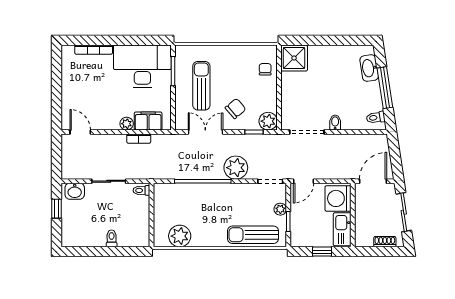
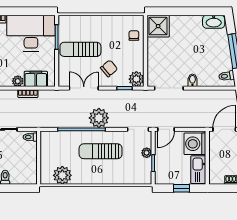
washbasin: (369, 68) -> (214, 22), moved, turned -81
sun lounger: (201, 86) -> (80, 49), turned -90
plant: (236, 168) -> (99, 118), moved
sun lounger: (253, 235) -> (101, 151), moved

